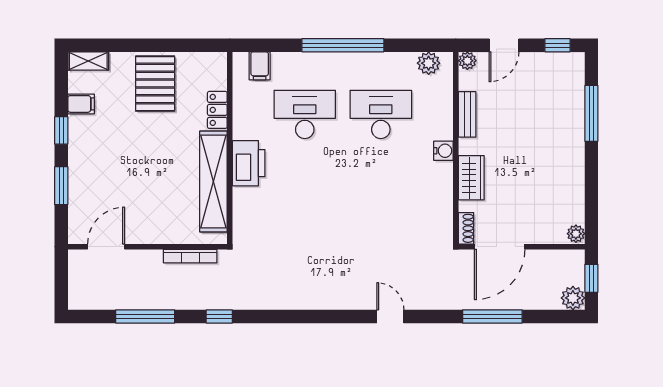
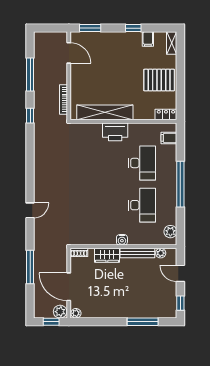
plant: (467, 61) -> (161, 253), moved
locker: (217, 110) -> (166, 115), moved
bench: (467, 114) -> (137, 253), width x1.36
window: (61, 186) -> (90, 28), moved
door: (500, 247) -> (69, 287), moved
plant: (573, 298) -> (60, 312), moved

